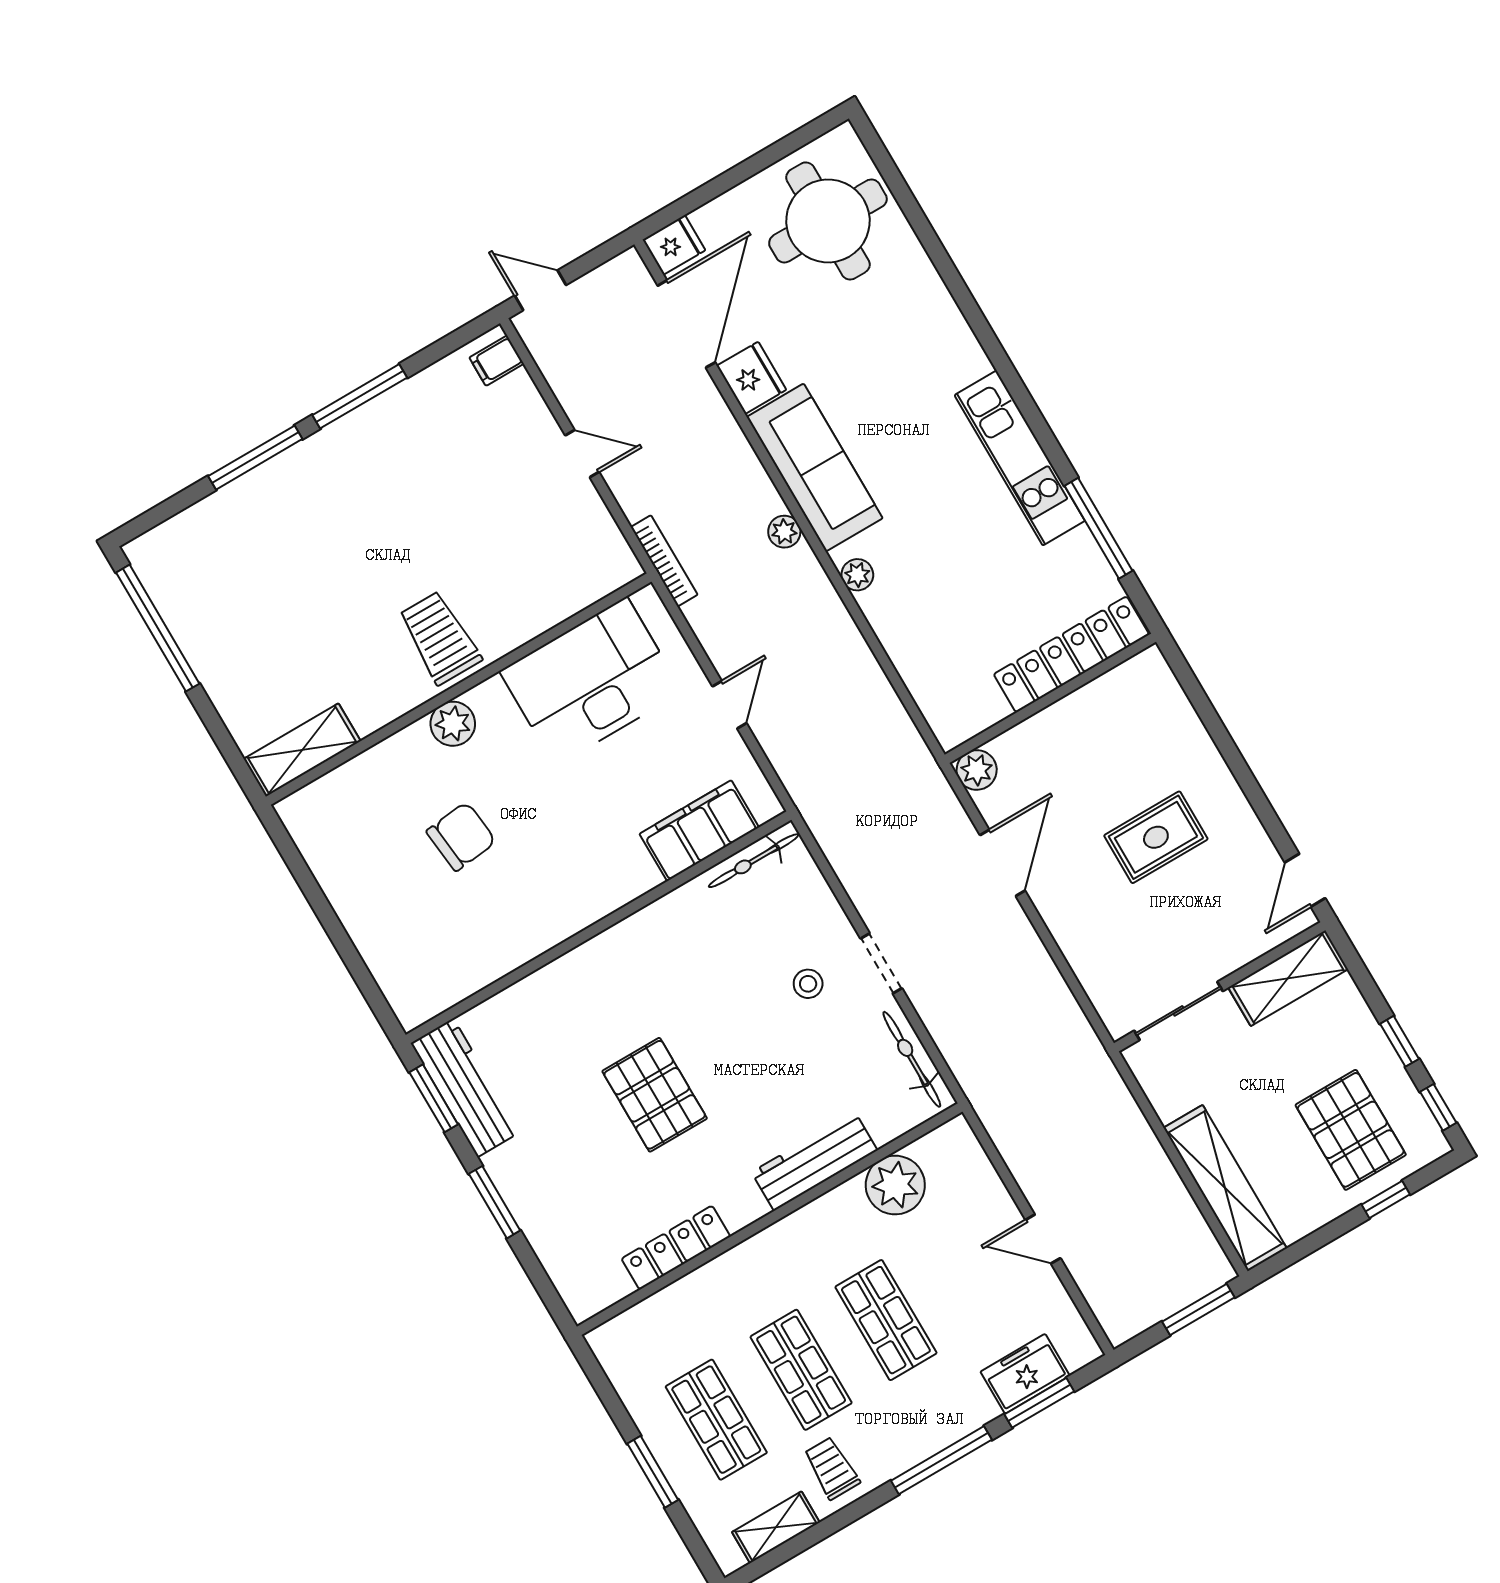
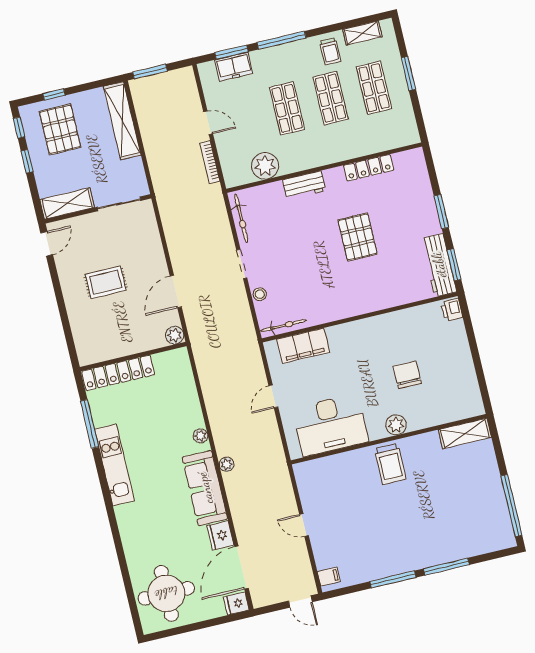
bookcase: (664, 561) -> (210, 162), moved
chair: (461, 836) -> (407, 375), turned 96
stool: (808, 984) -> (260, 294), moved
printer: (409, 1002) -> (452, 310), added
workbench: (814, 1161) -> (304, 185), width x0.73

